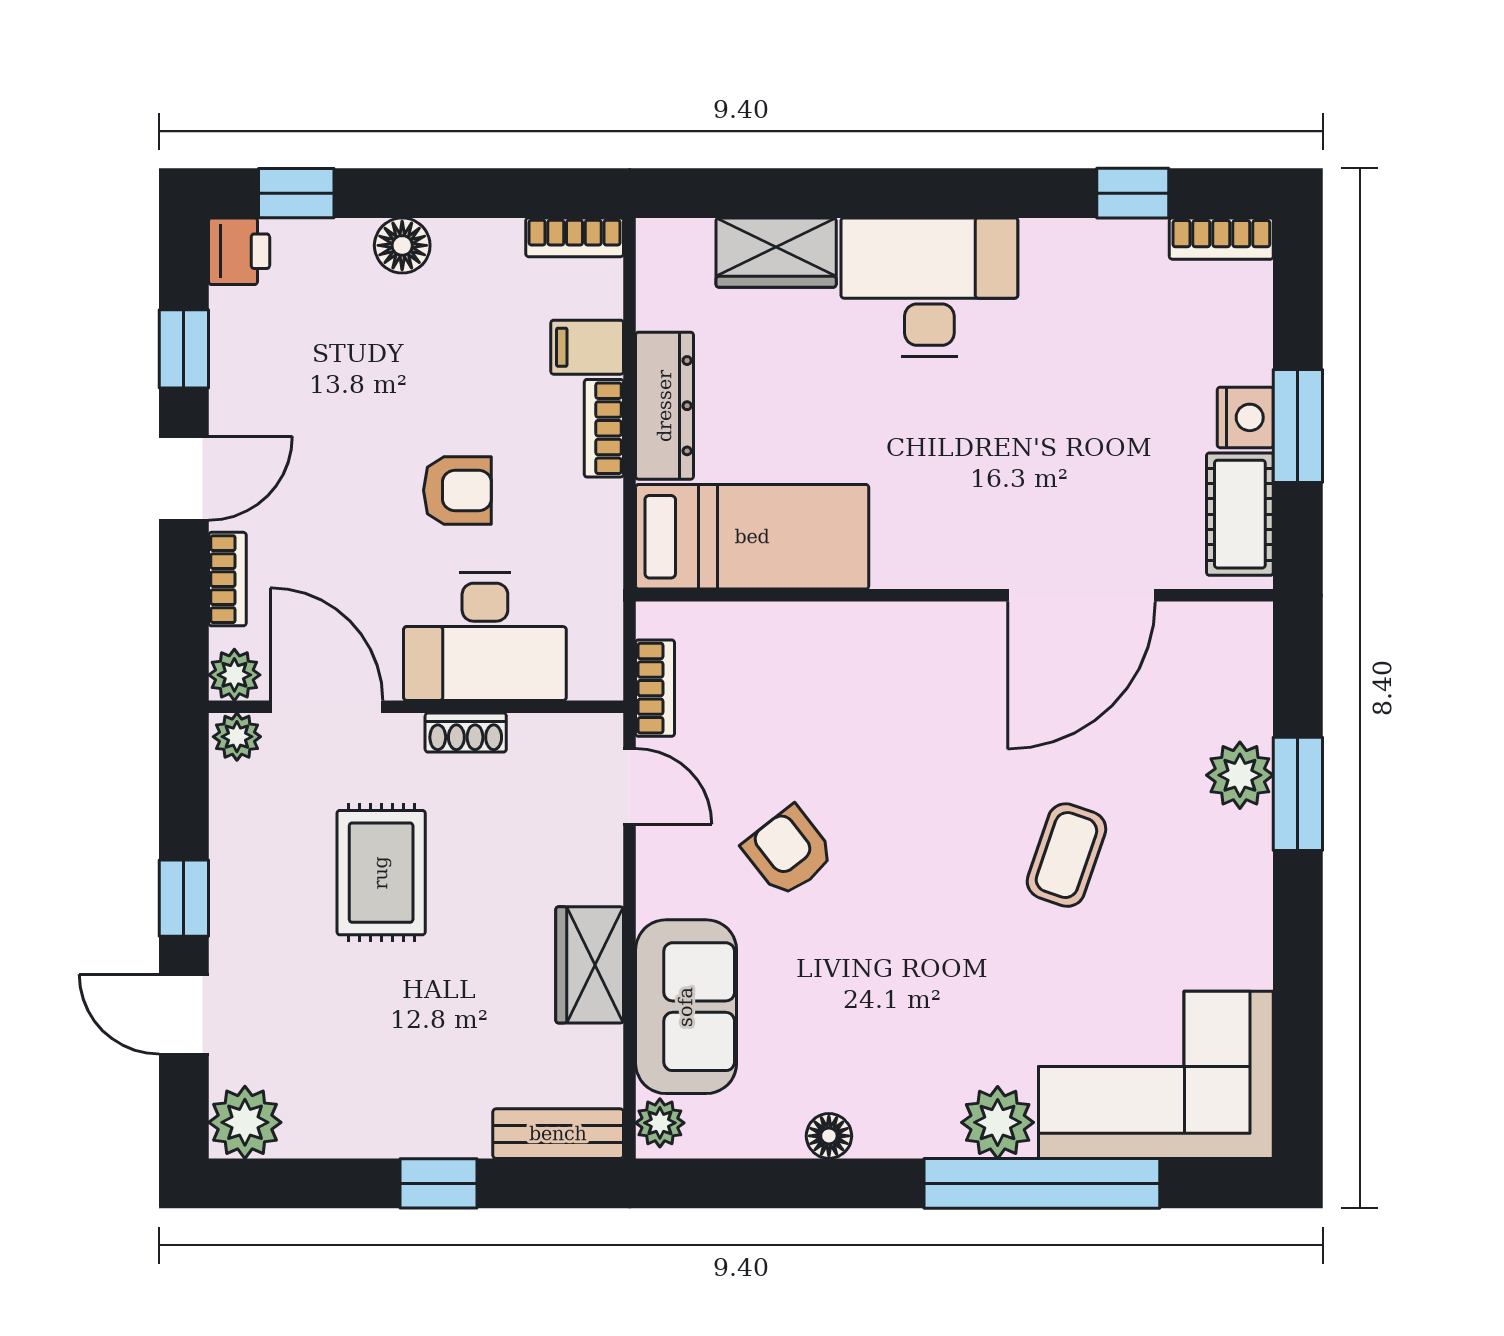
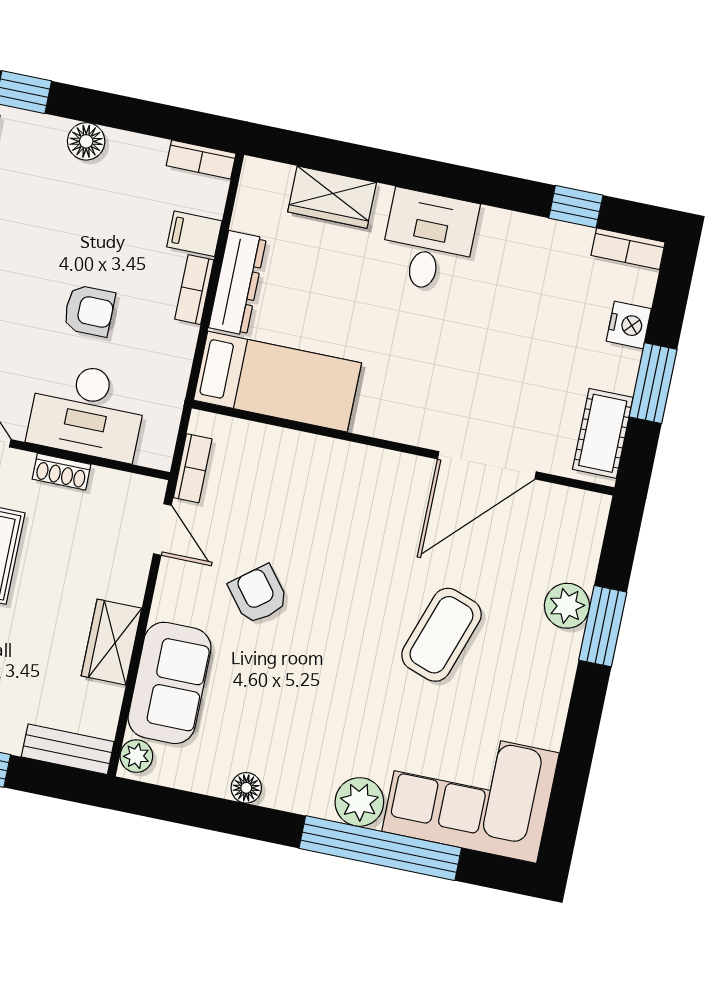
desk: (929, 287) -> (429, 241), width x0.73
nightstand: (1245, 417) -> (629, 325), moved
coffee table: (1066, 855) -> (441, 635), width x1.36, depth x1.30

